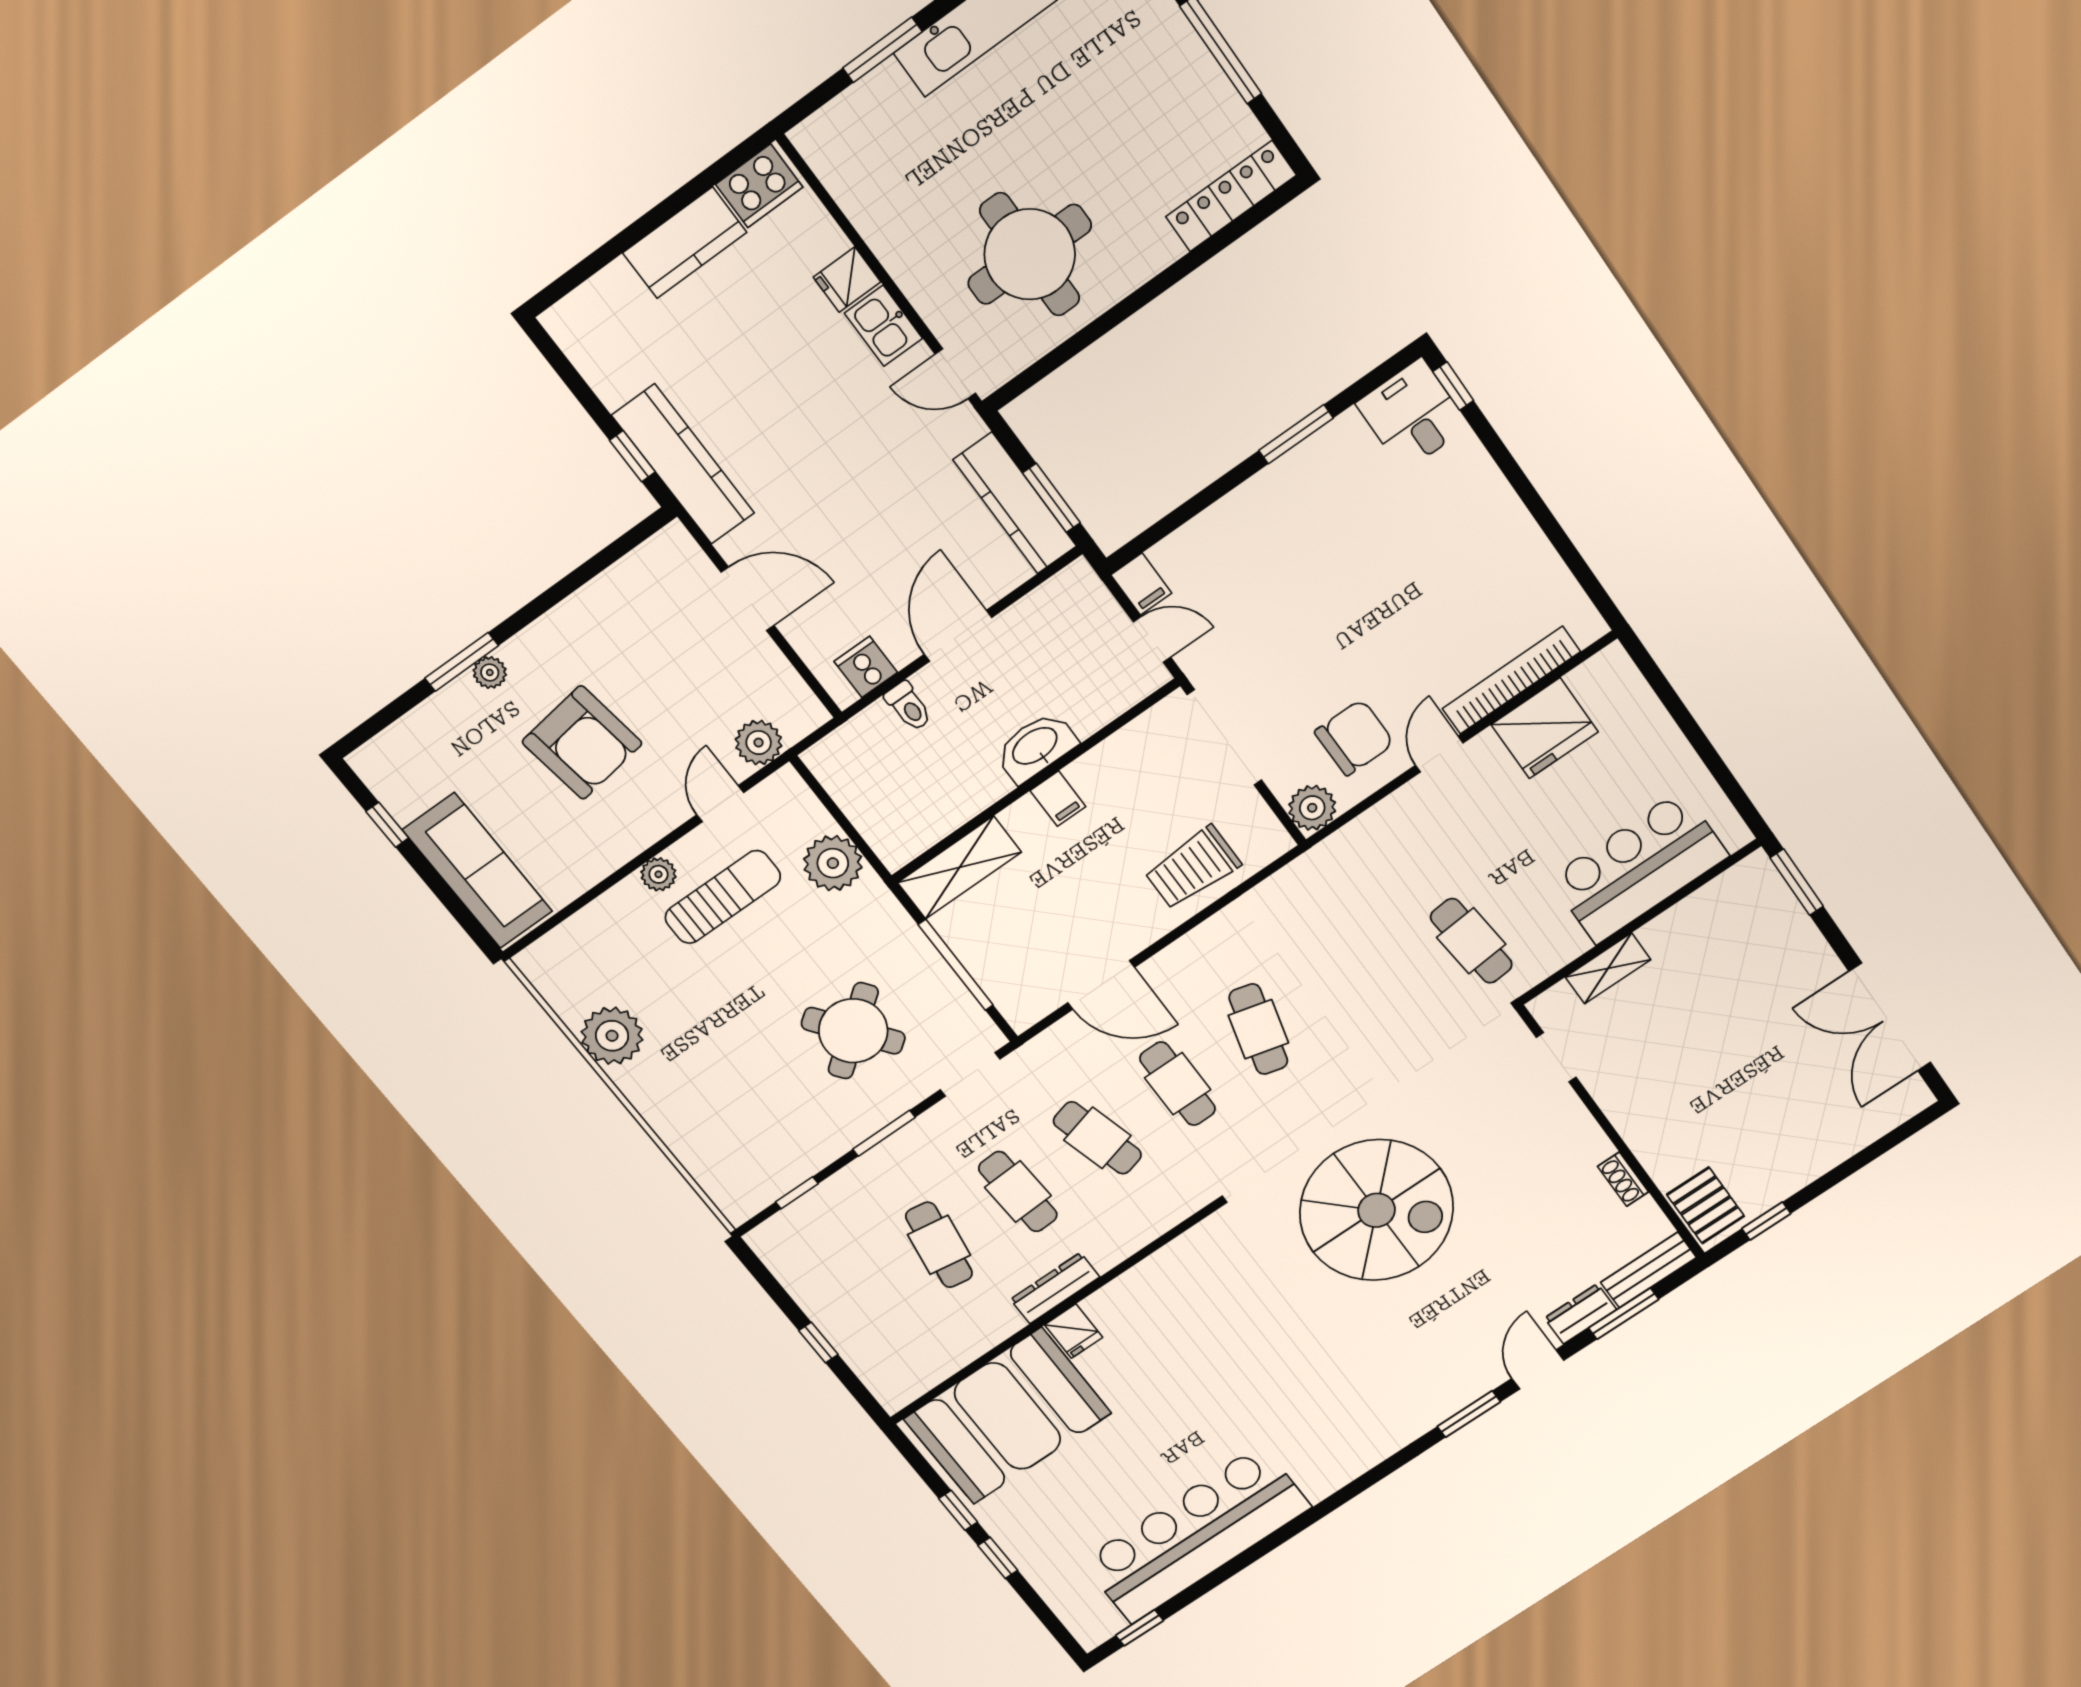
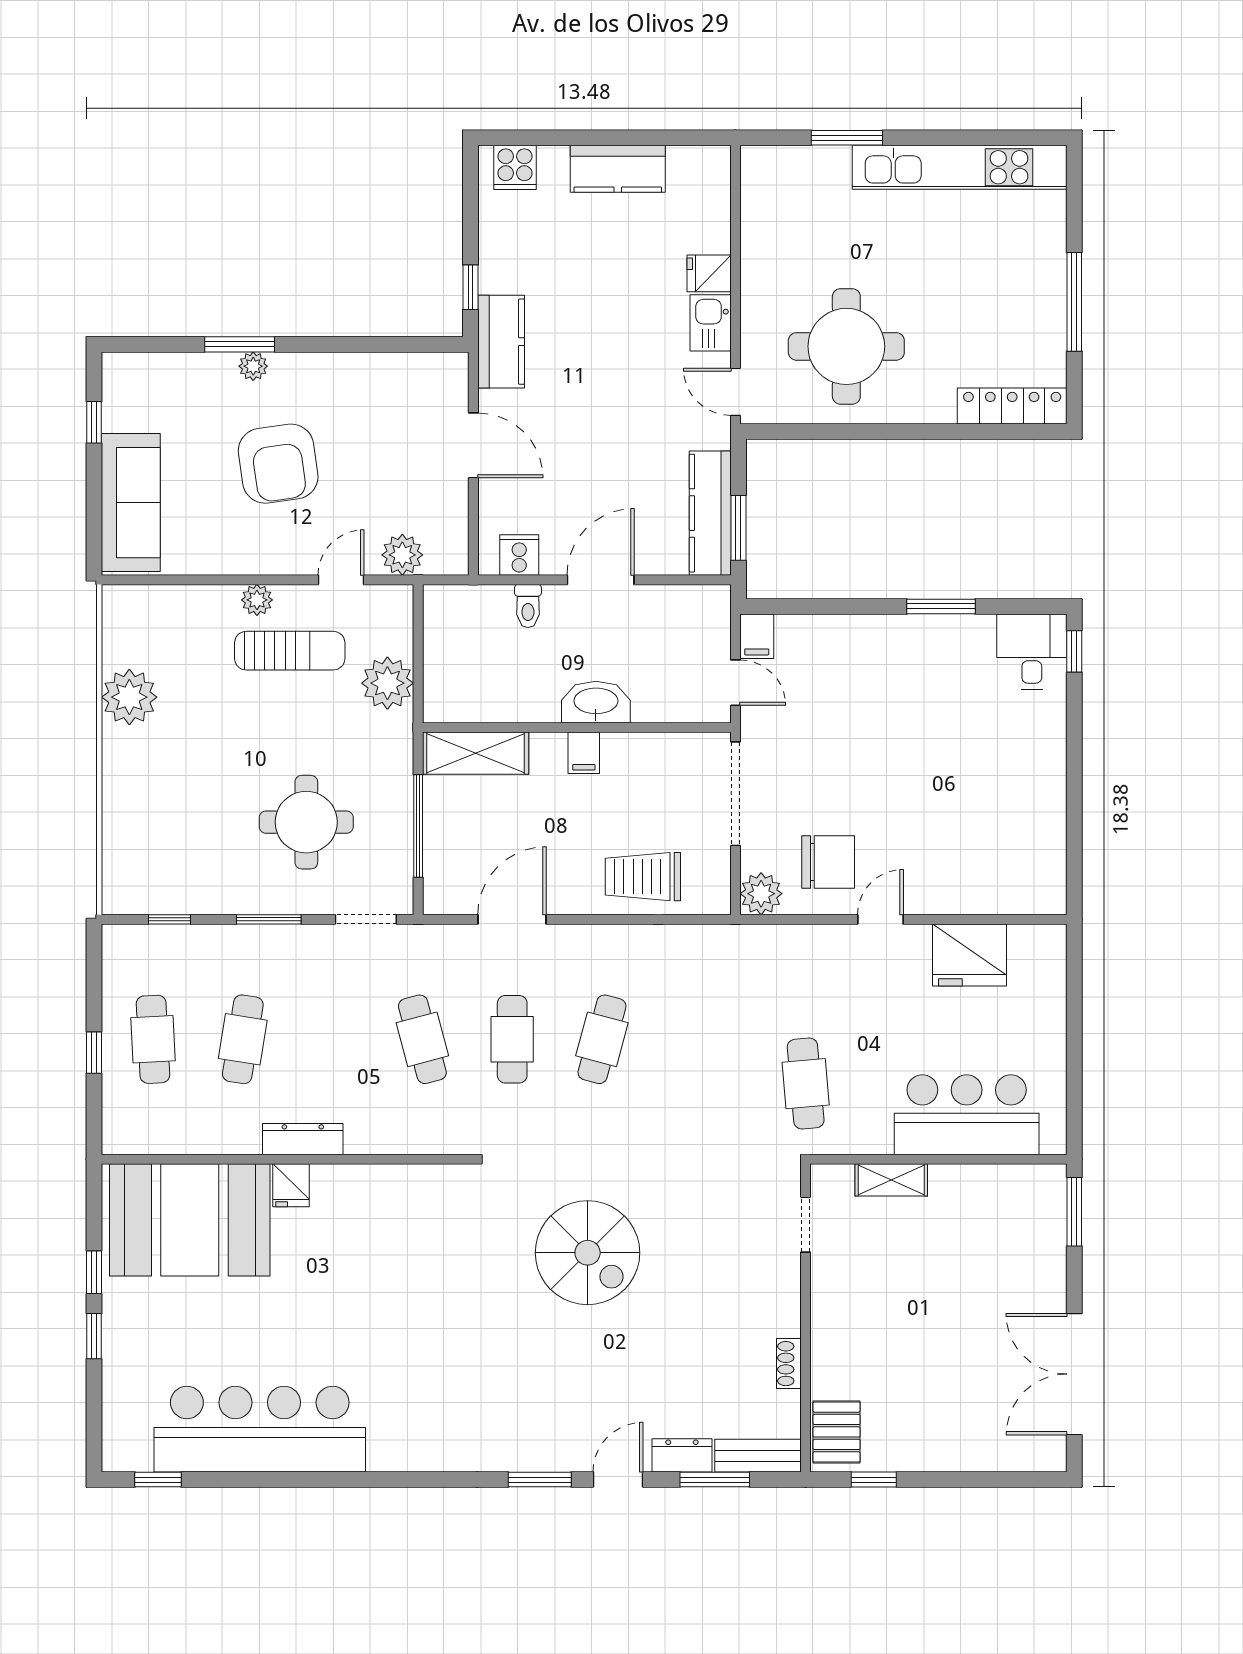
cooker: (759, 186) -> (515, 167), moved, width x0.73
kitchen counter: (683, 464) -> (501, 342), width x0.67
bookcase: (1511, 680) -> (970, 900), removed
door: (1101, 985) -> (512, 919), swing flipped
round table: (853, 1031) -> (306, 822), turned 37
cafe table: (1018, 1192) -> (153, 1039), moved
spiral stairs: (1377, 1210) -> (588, 1253), width x0.73, depth x0.73

